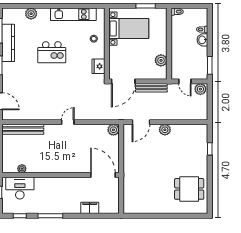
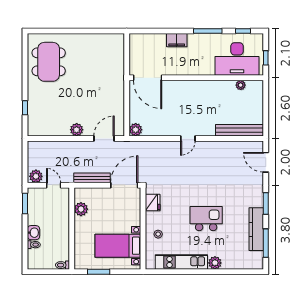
plant: (31, 14) -> (215, 263), moved
desk: (20, 188) -> (237, 59), width x1.36, depth x1.30
dining table: (189, 189) -> (49, 62), width x1.38
filing cabinet: (90, 208) -> (177, 40), moved

